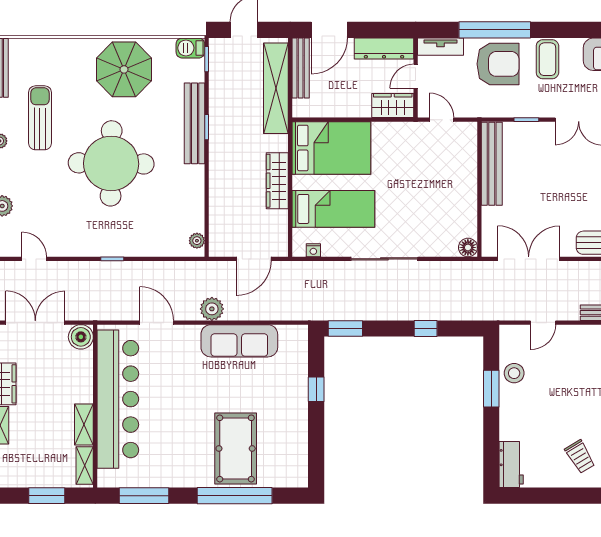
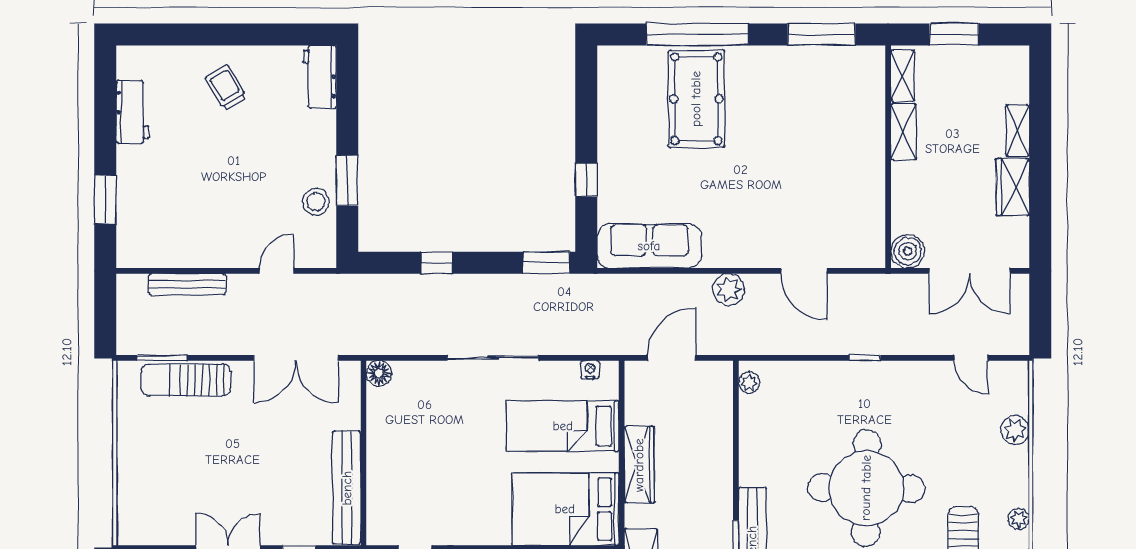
sofa: (239, 341) -> (649, 246), moved
bar counter: (118, 399) -> (857, 166), removed

